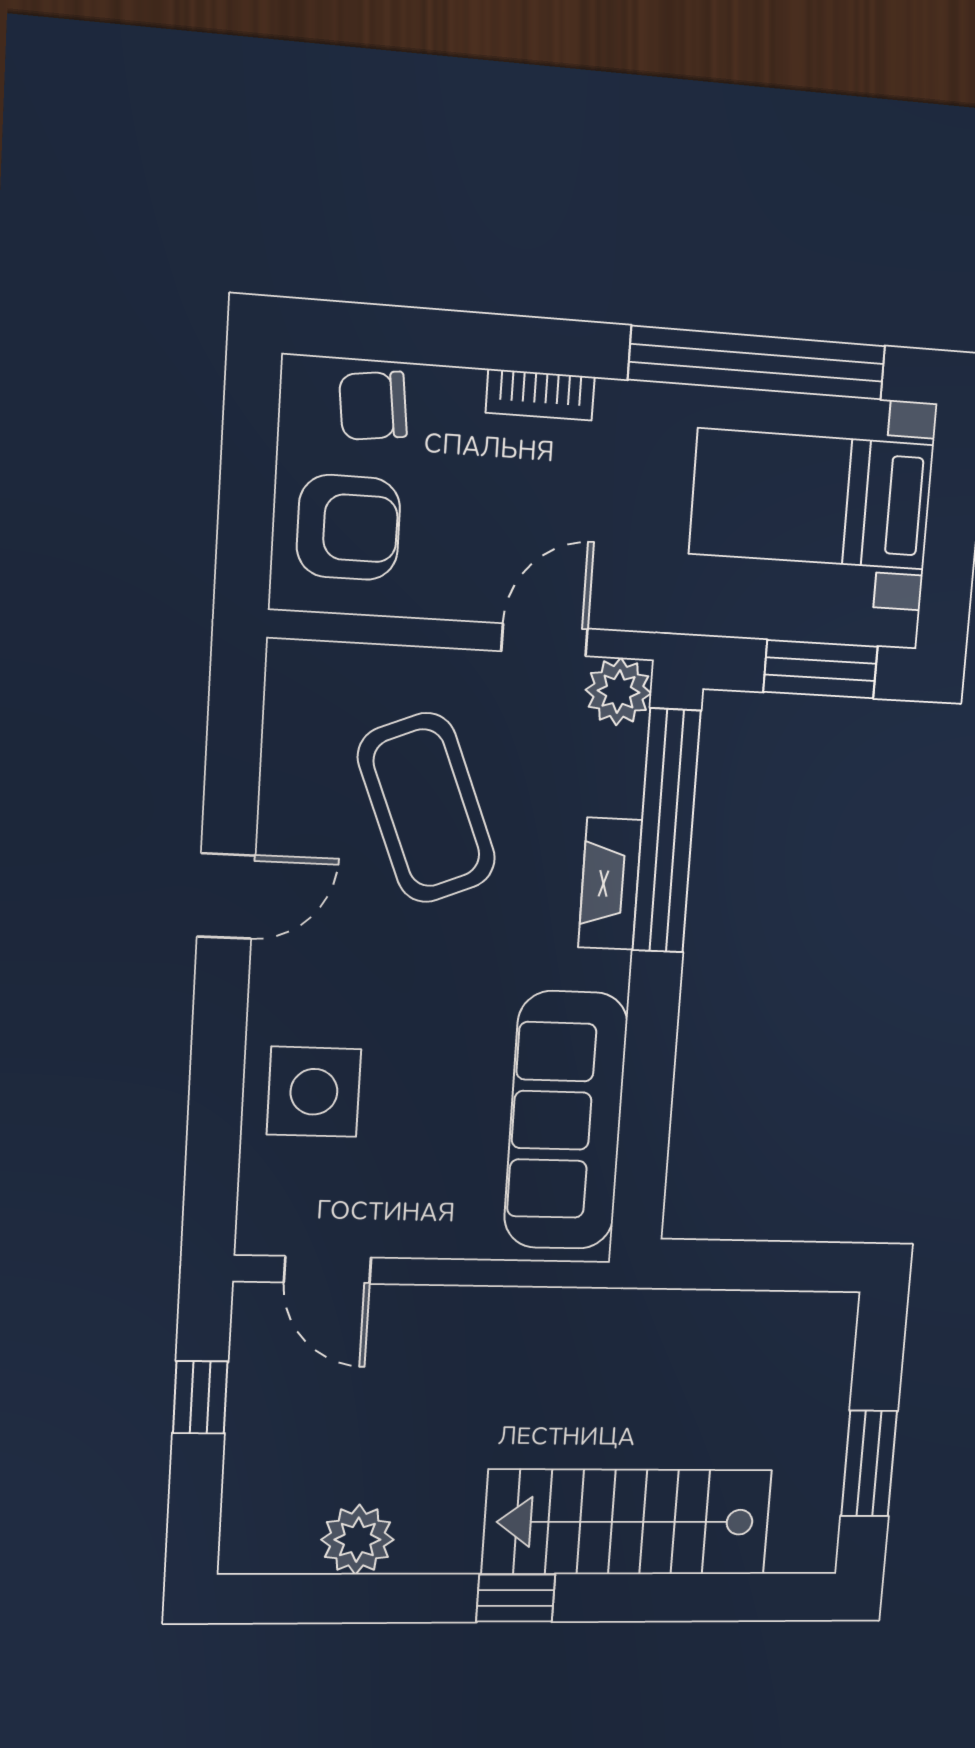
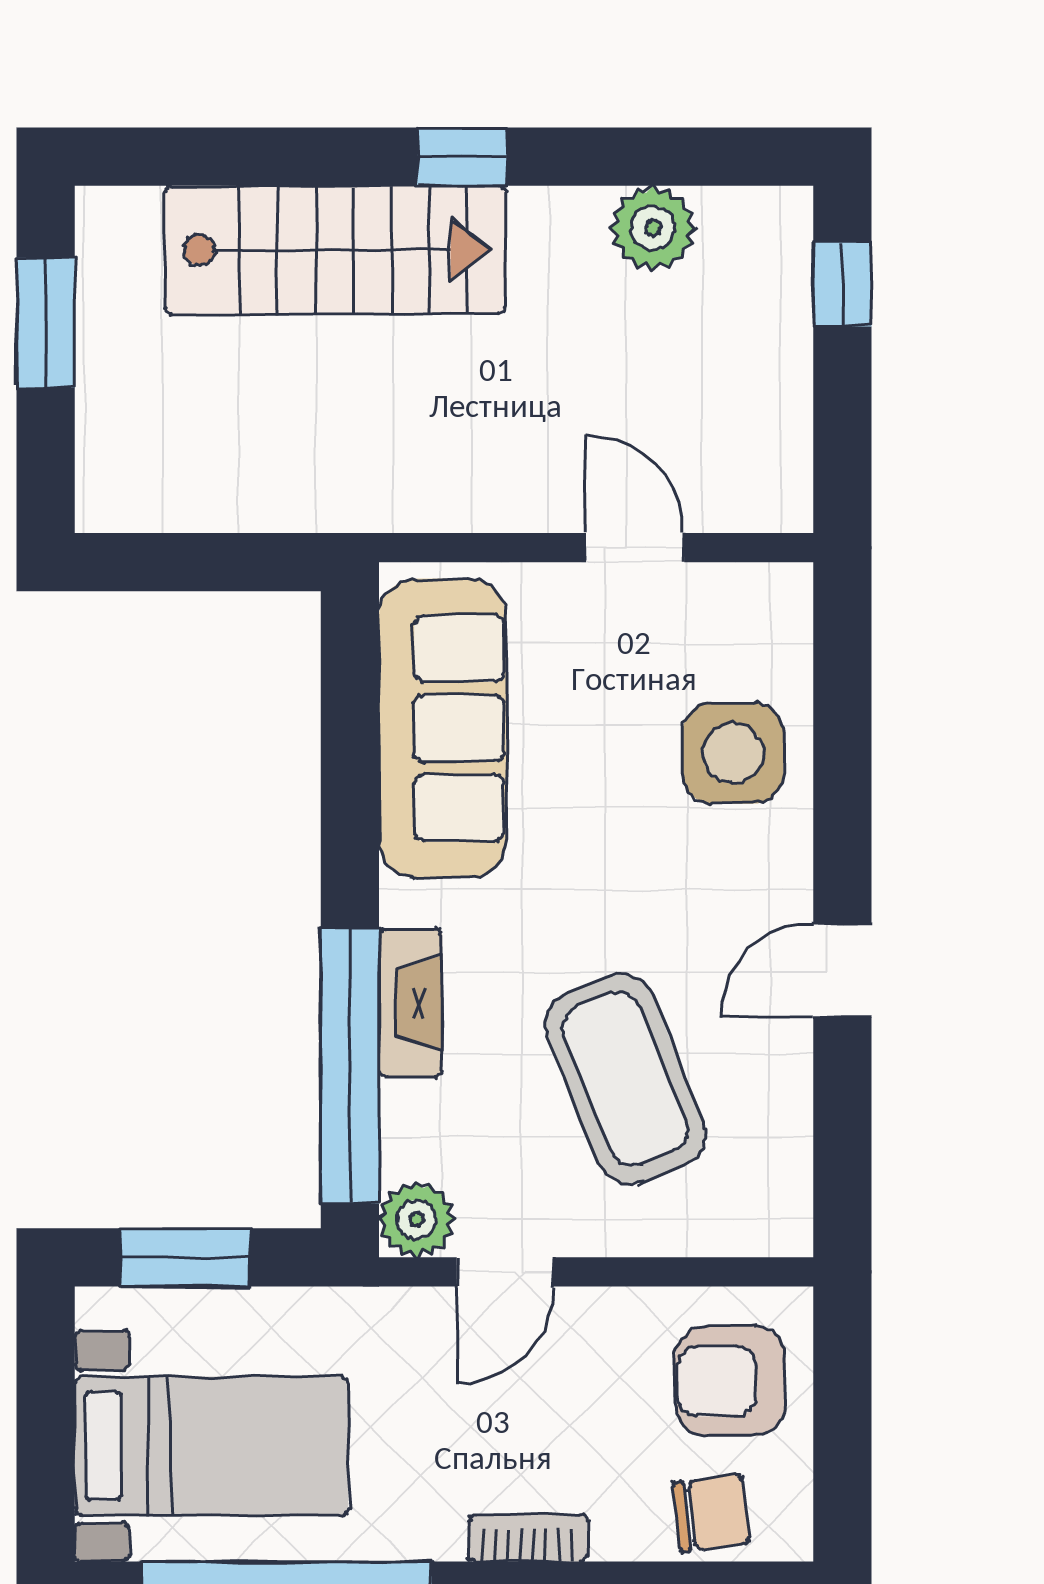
door: (327, 1270) -> (635, 548), moved
window: (200, 1397) -> (842, 284), moved

